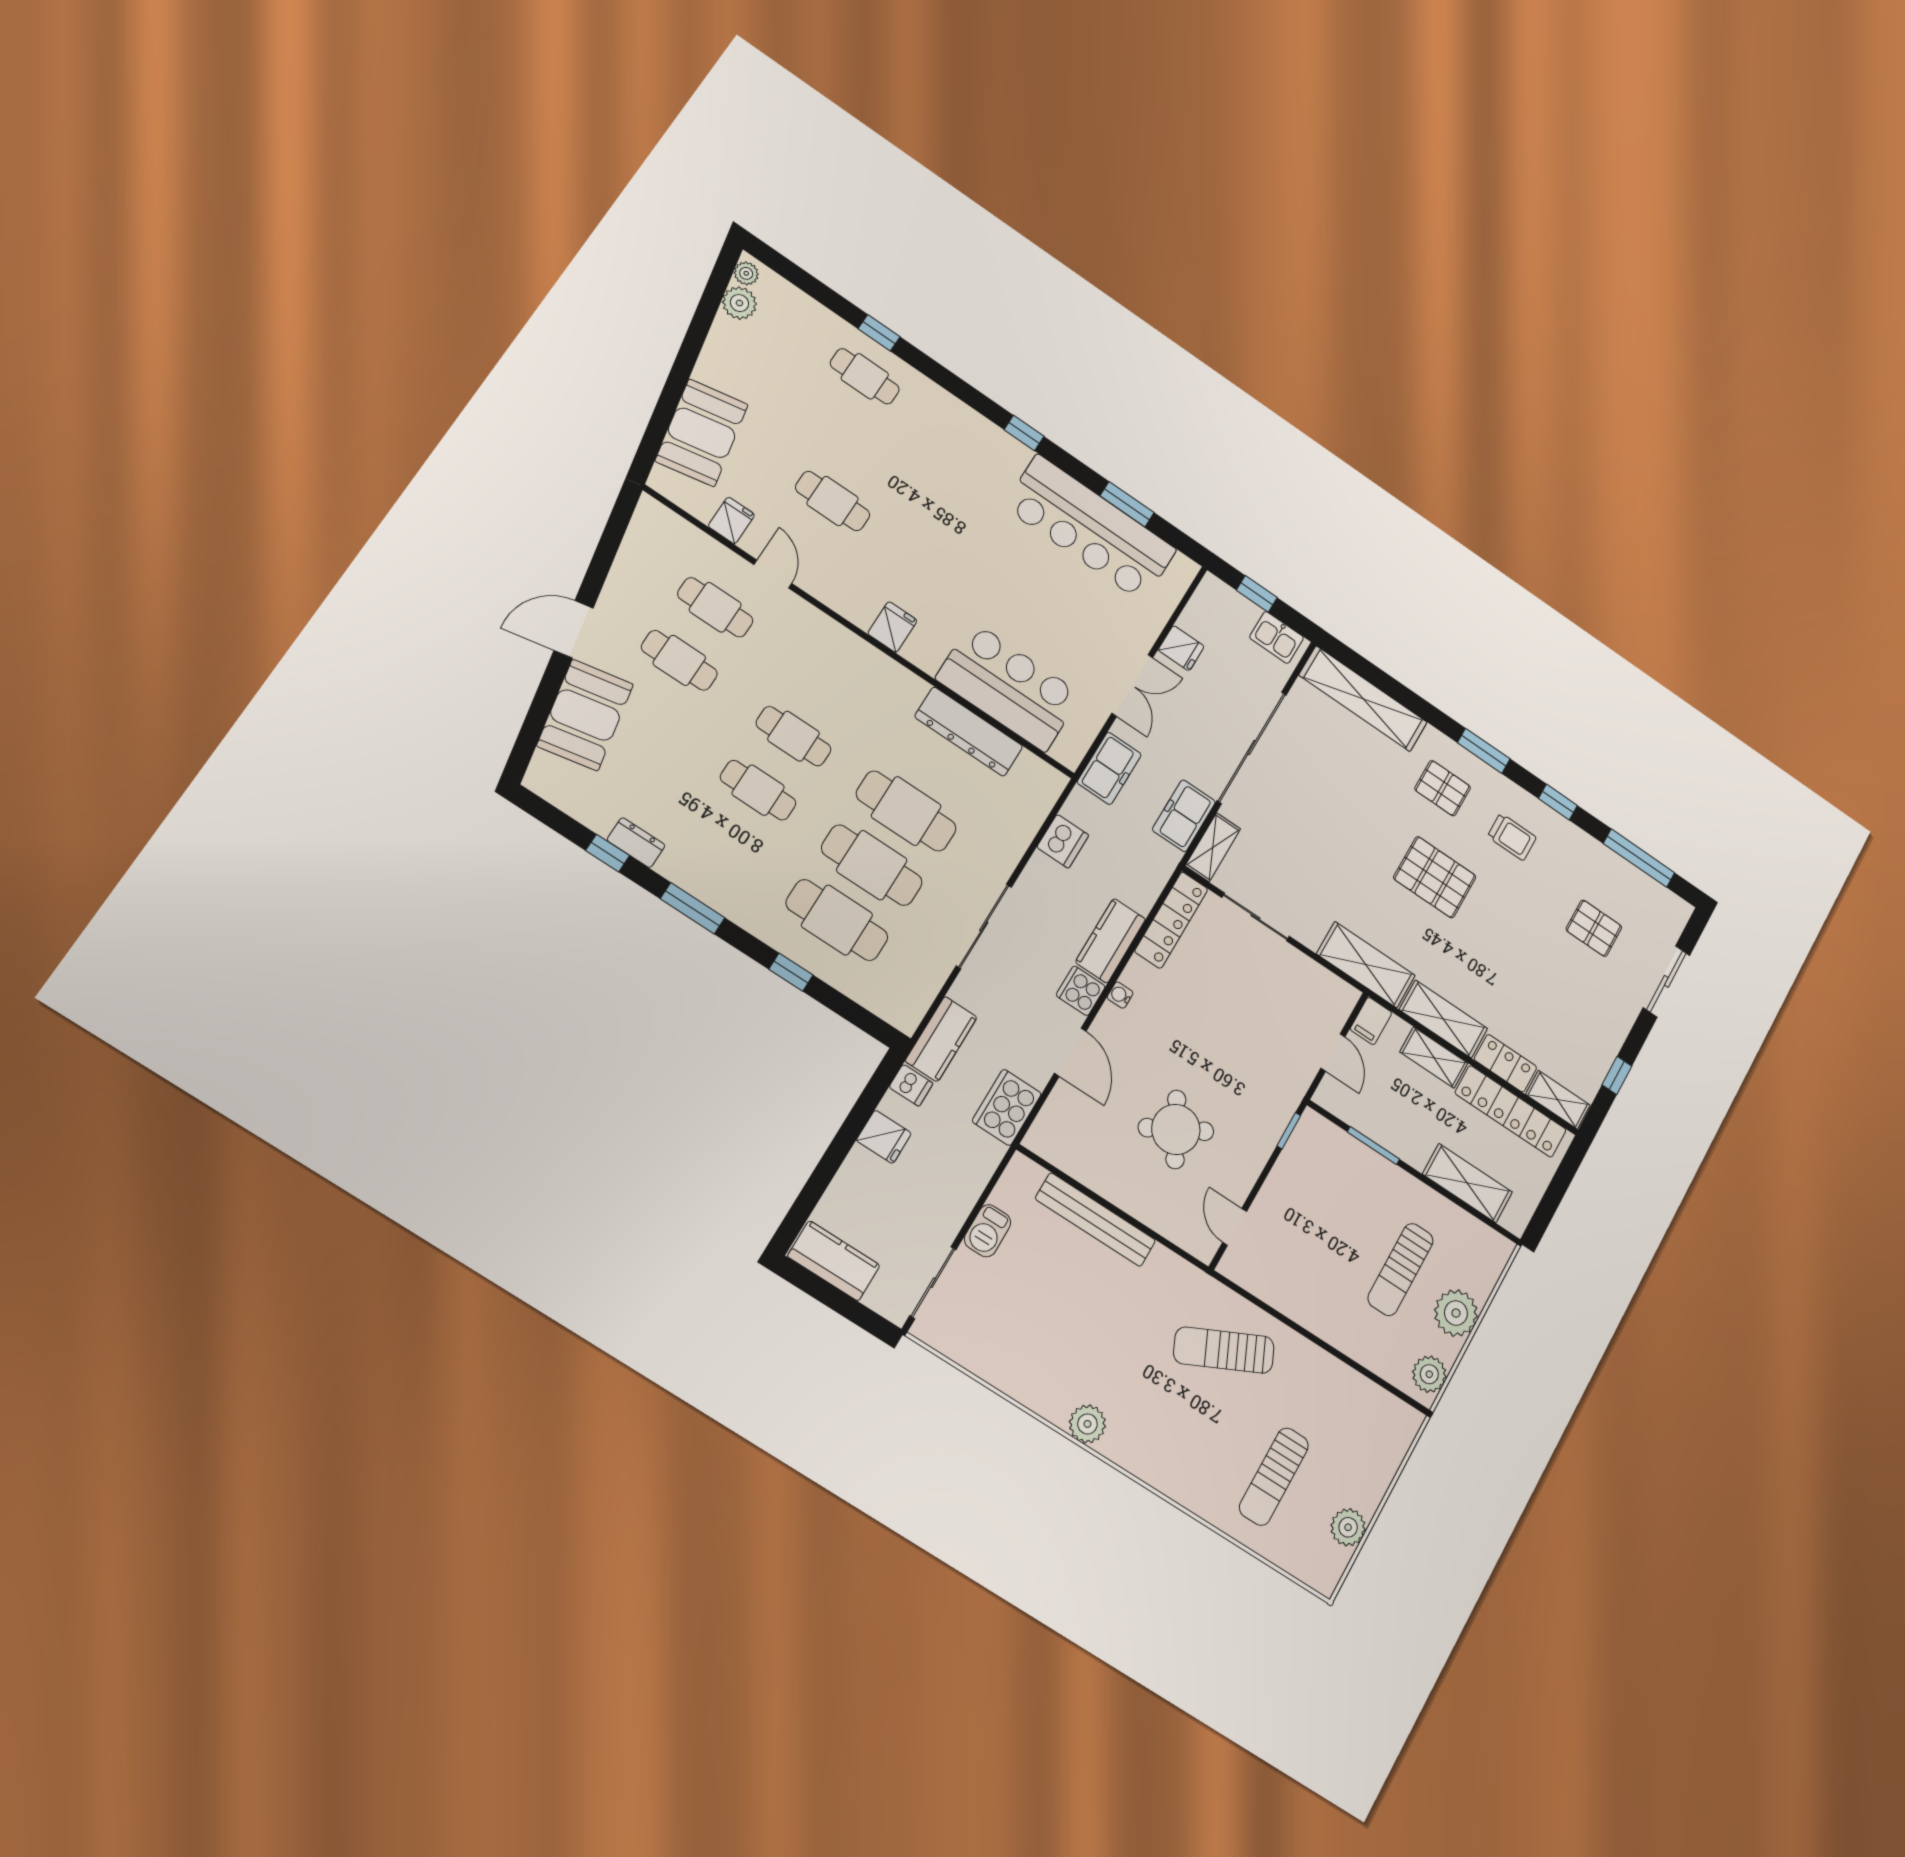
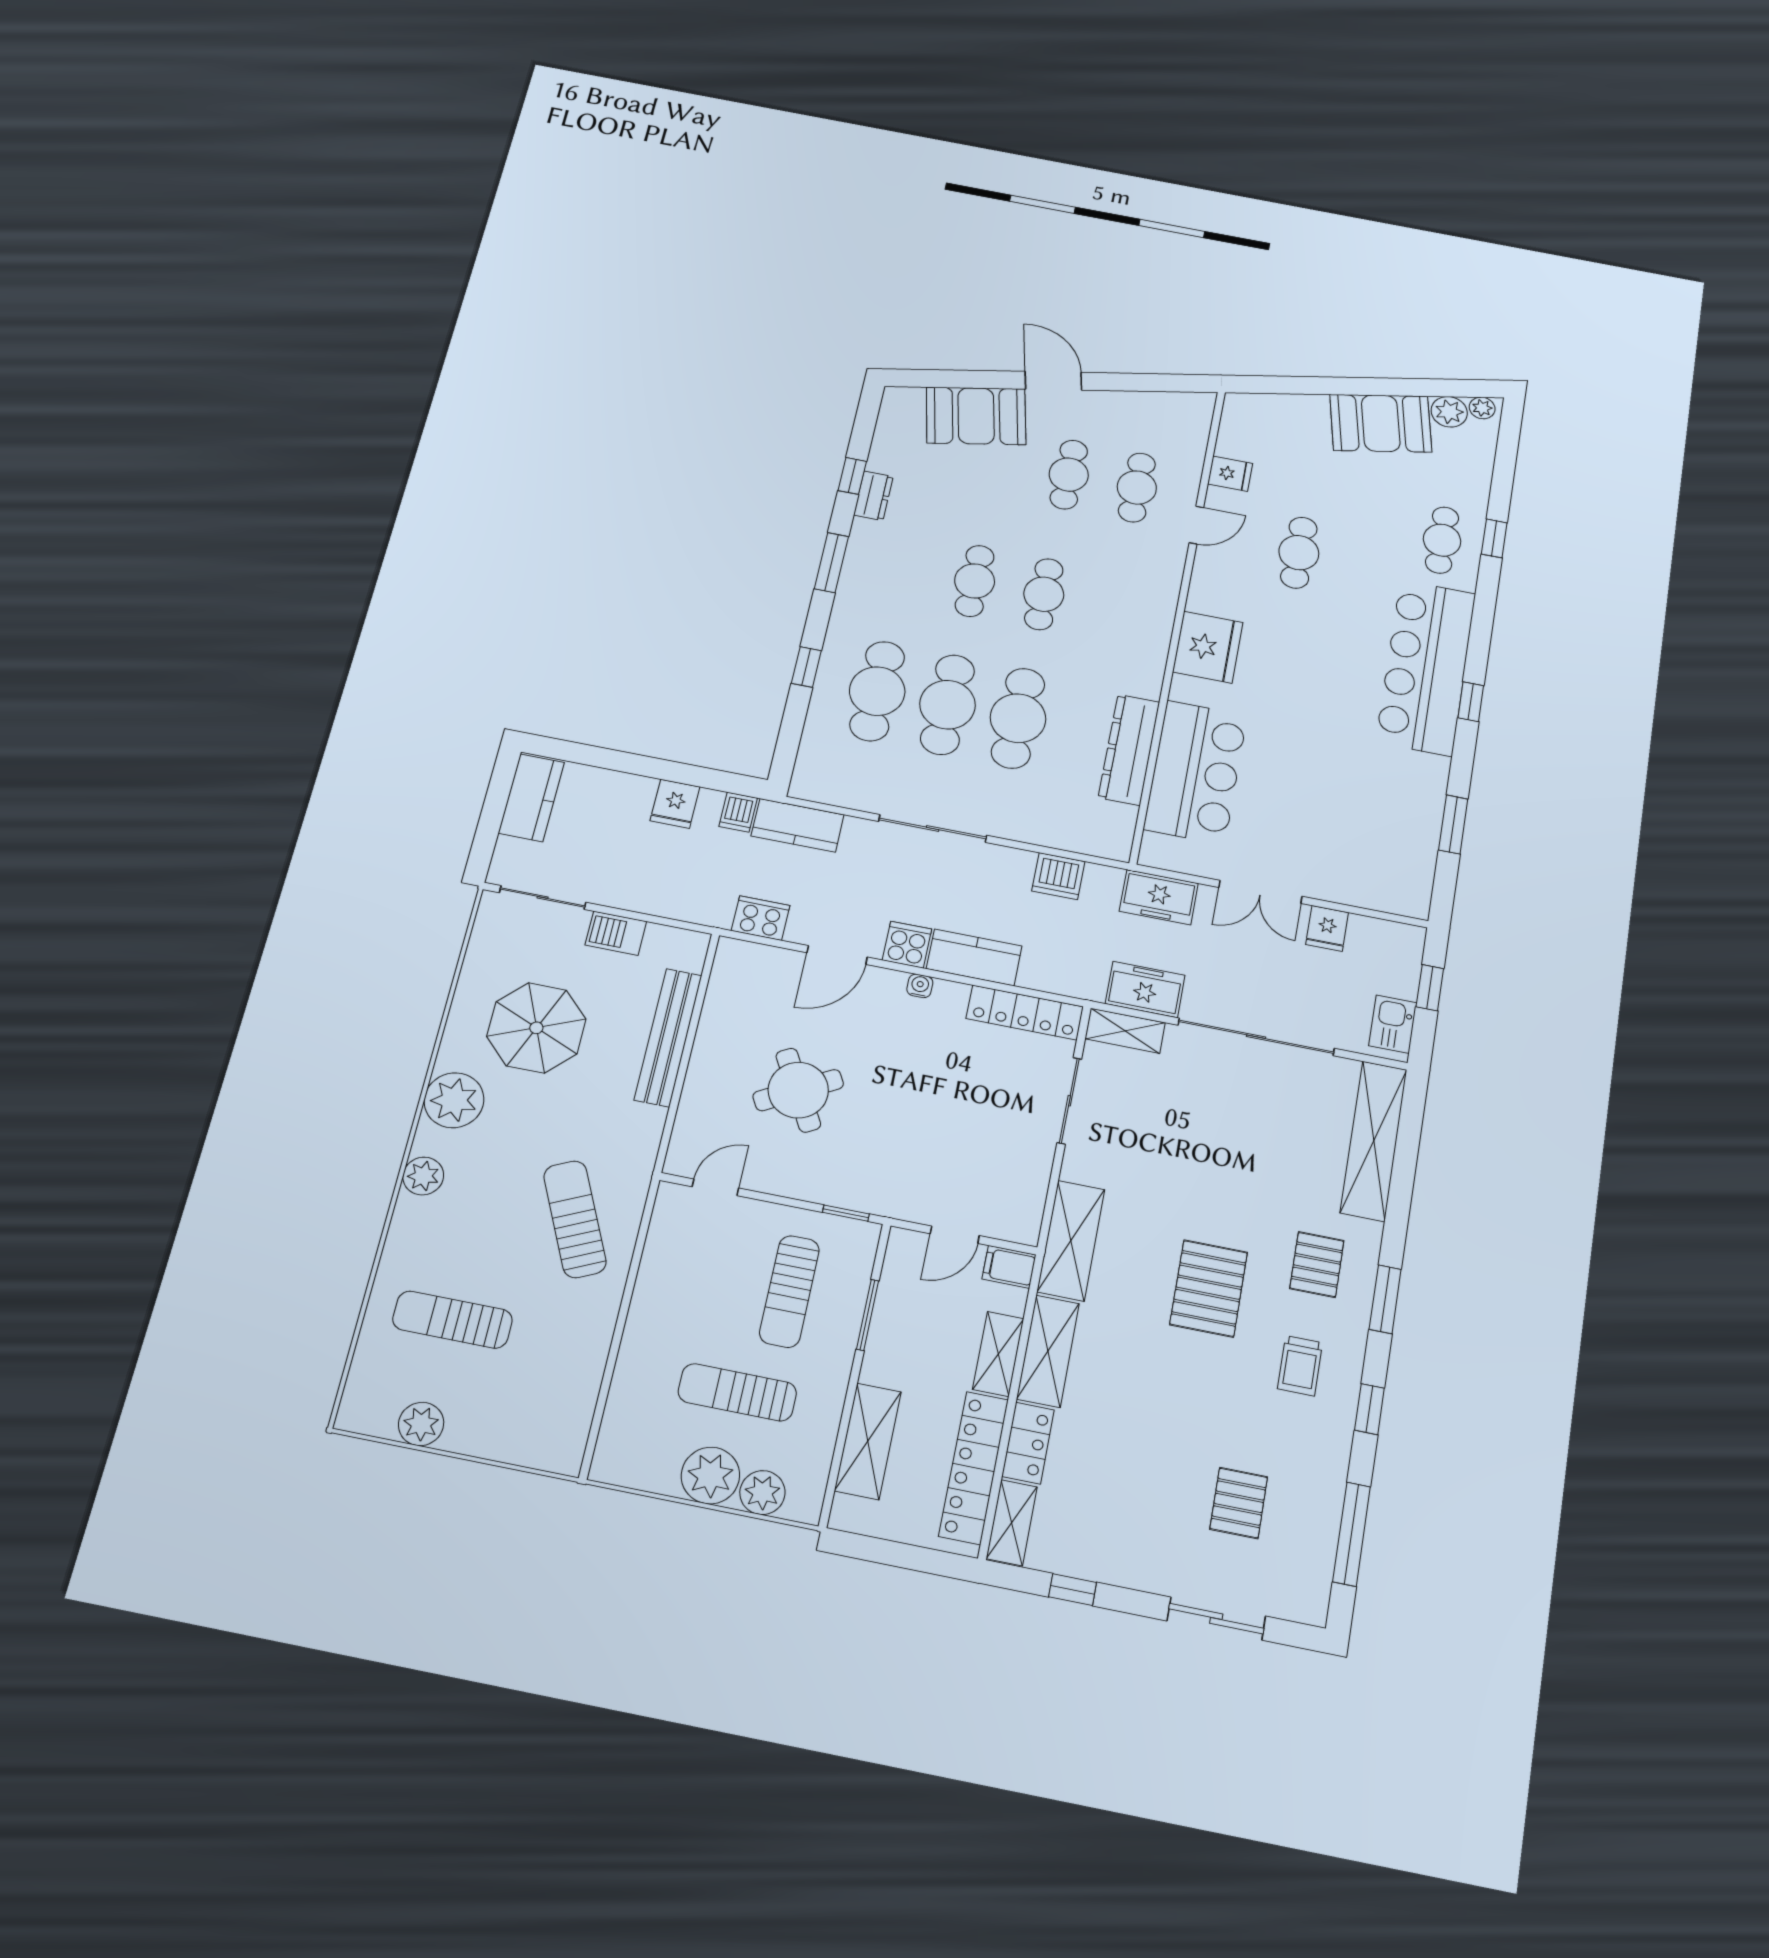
booth: (702, 433) -> (1381, 423), moved
bar counter: (1090, 528) -> (1426, 667), moved
fridge: (892, 627) -> (1208, 647), width x1.88, depth x1.34
cooker: (1007, 1107) -> (761, 918), width x0.73, depth x0.76
sun lounger: (1336, 1199) -> (789, 1291), added
parasol: (1050, 1327) -> (536, 1028), added
plant: (1429, 1374) -> (762, 1493), moved
plant: (1087, 1424) -> (454, 1100), width x1.36, depth x1.36
plant: (1148, 1464) -> (423, 1176), added

